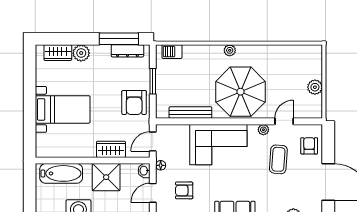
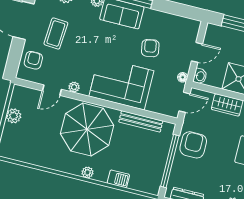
barbecue: (172, 52) -> (118, 179), moved
window: (153, 81) -> (170, 161), width x2.11
armchair: (309, 146) -> (33, 60), turned 180
coffee table: (278, 159) -> (56, 33), moved
armchair: (184, 190) -> (150, 48), moved, turned -100

